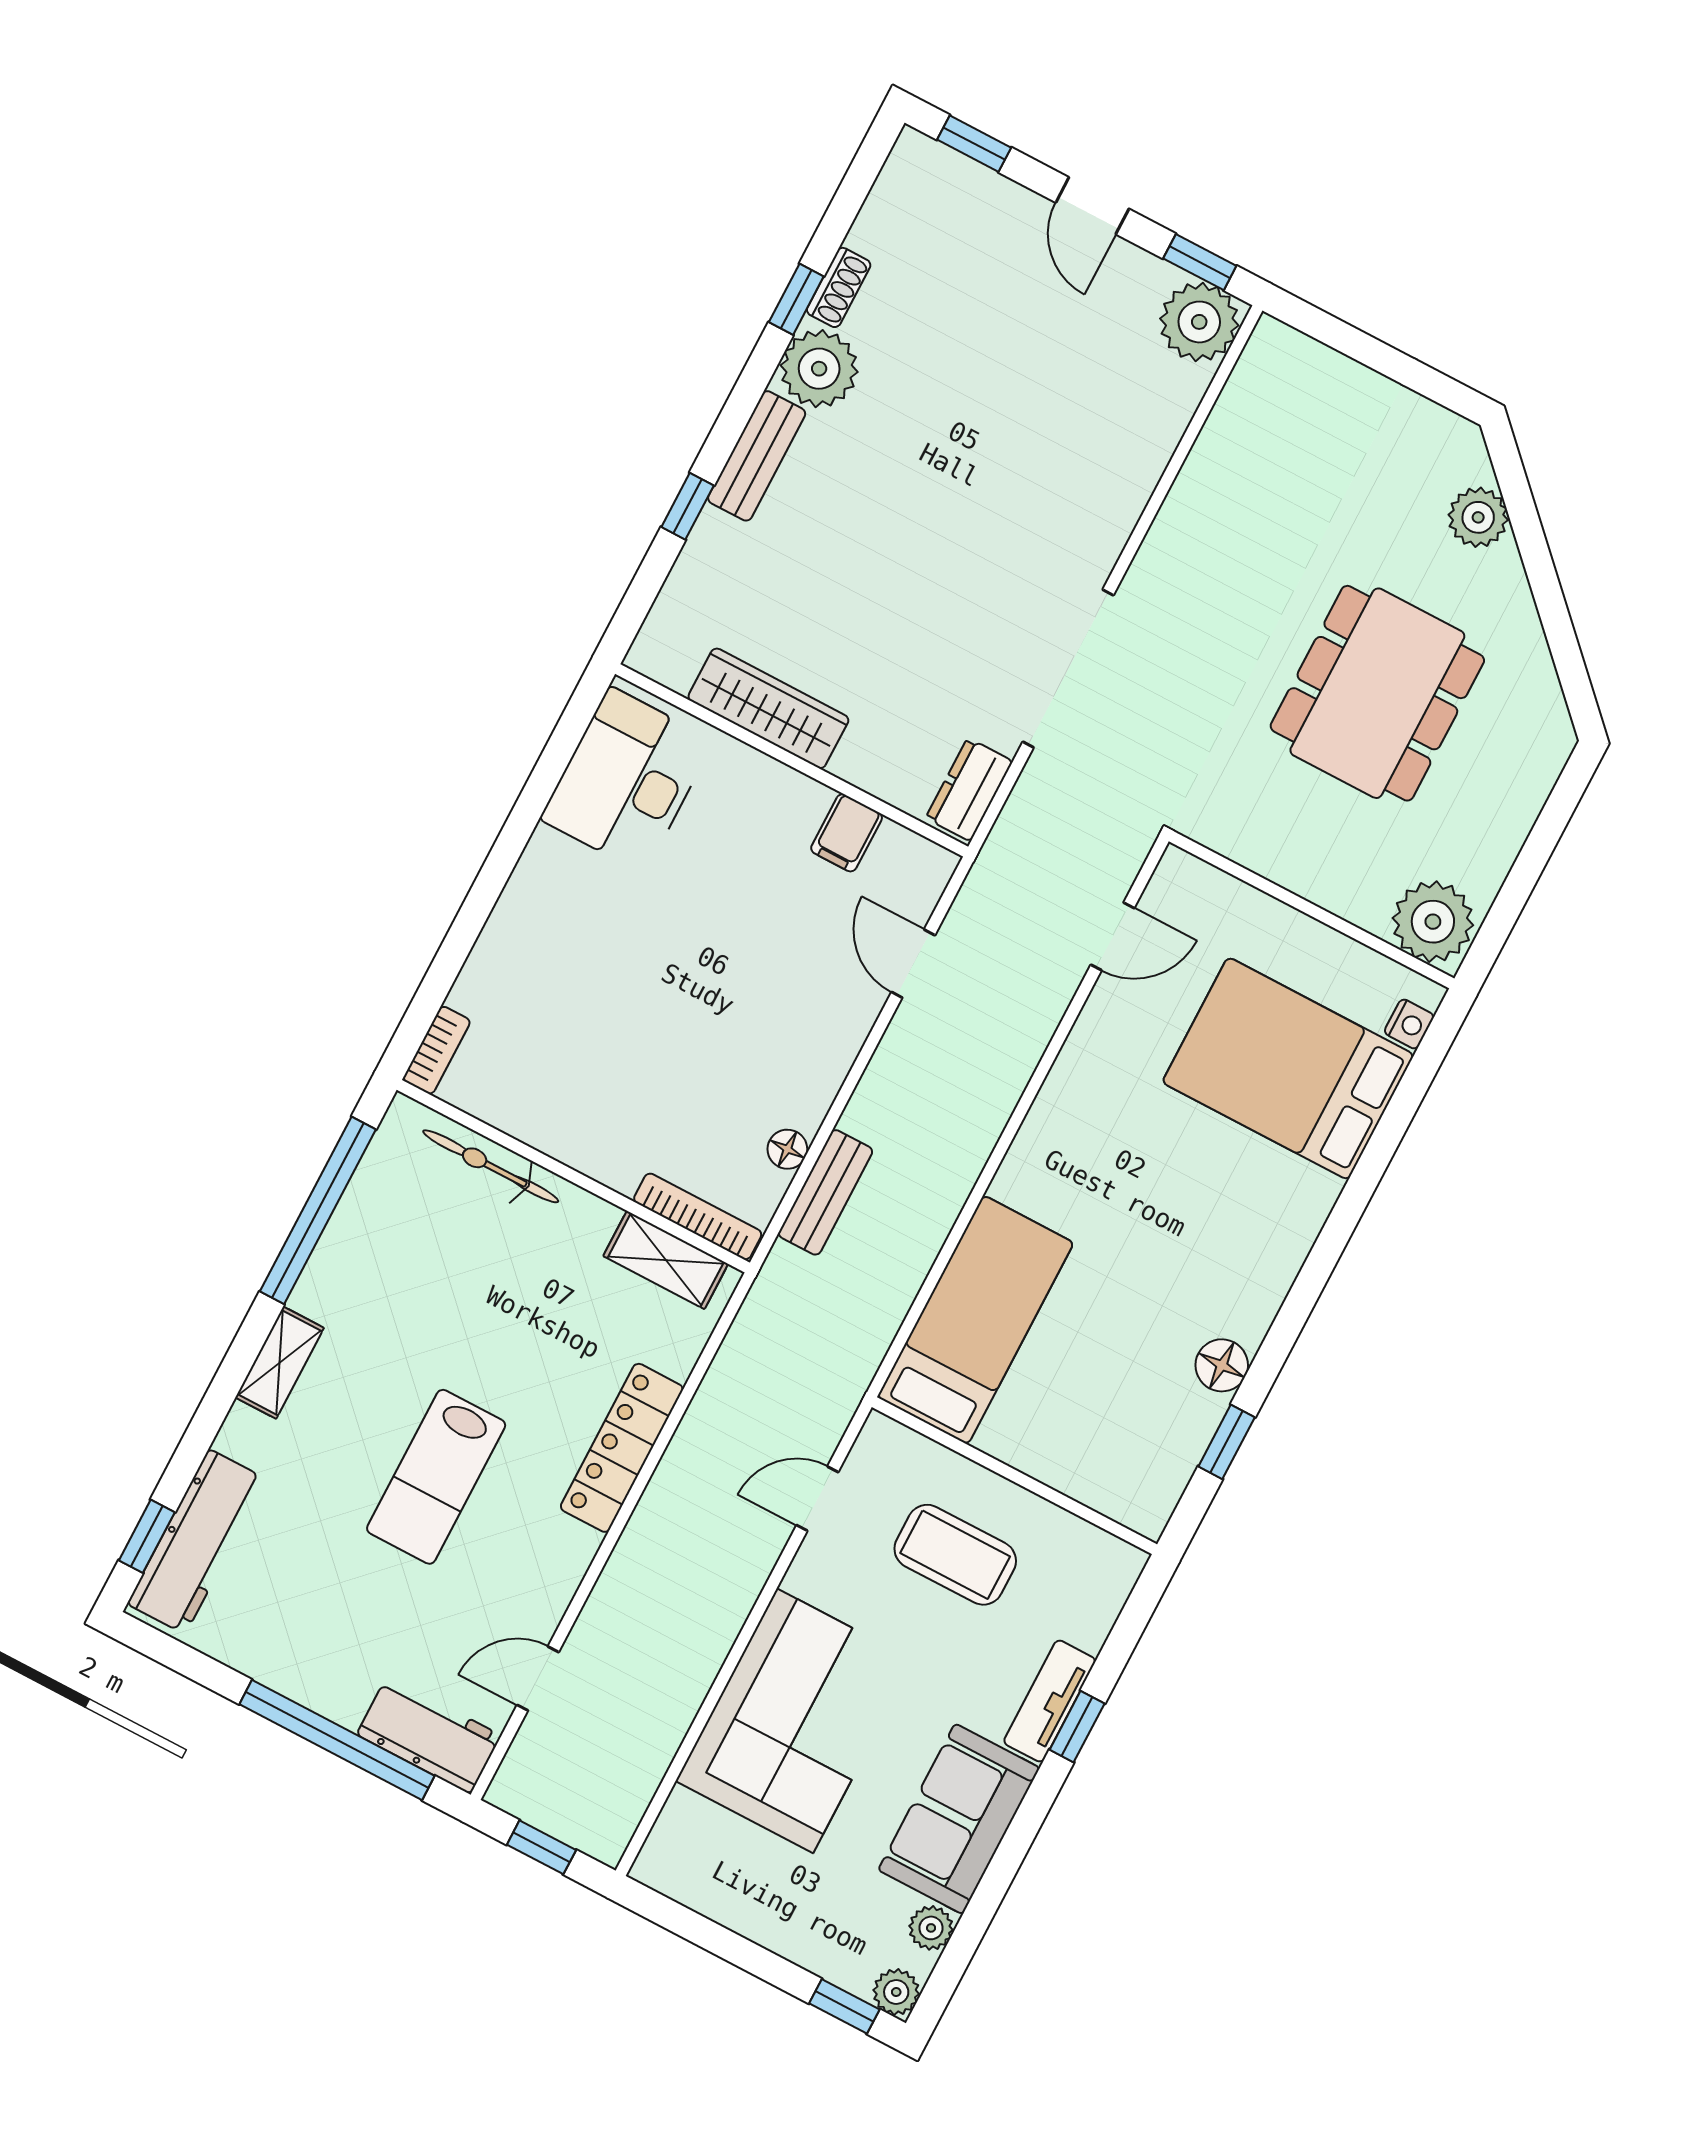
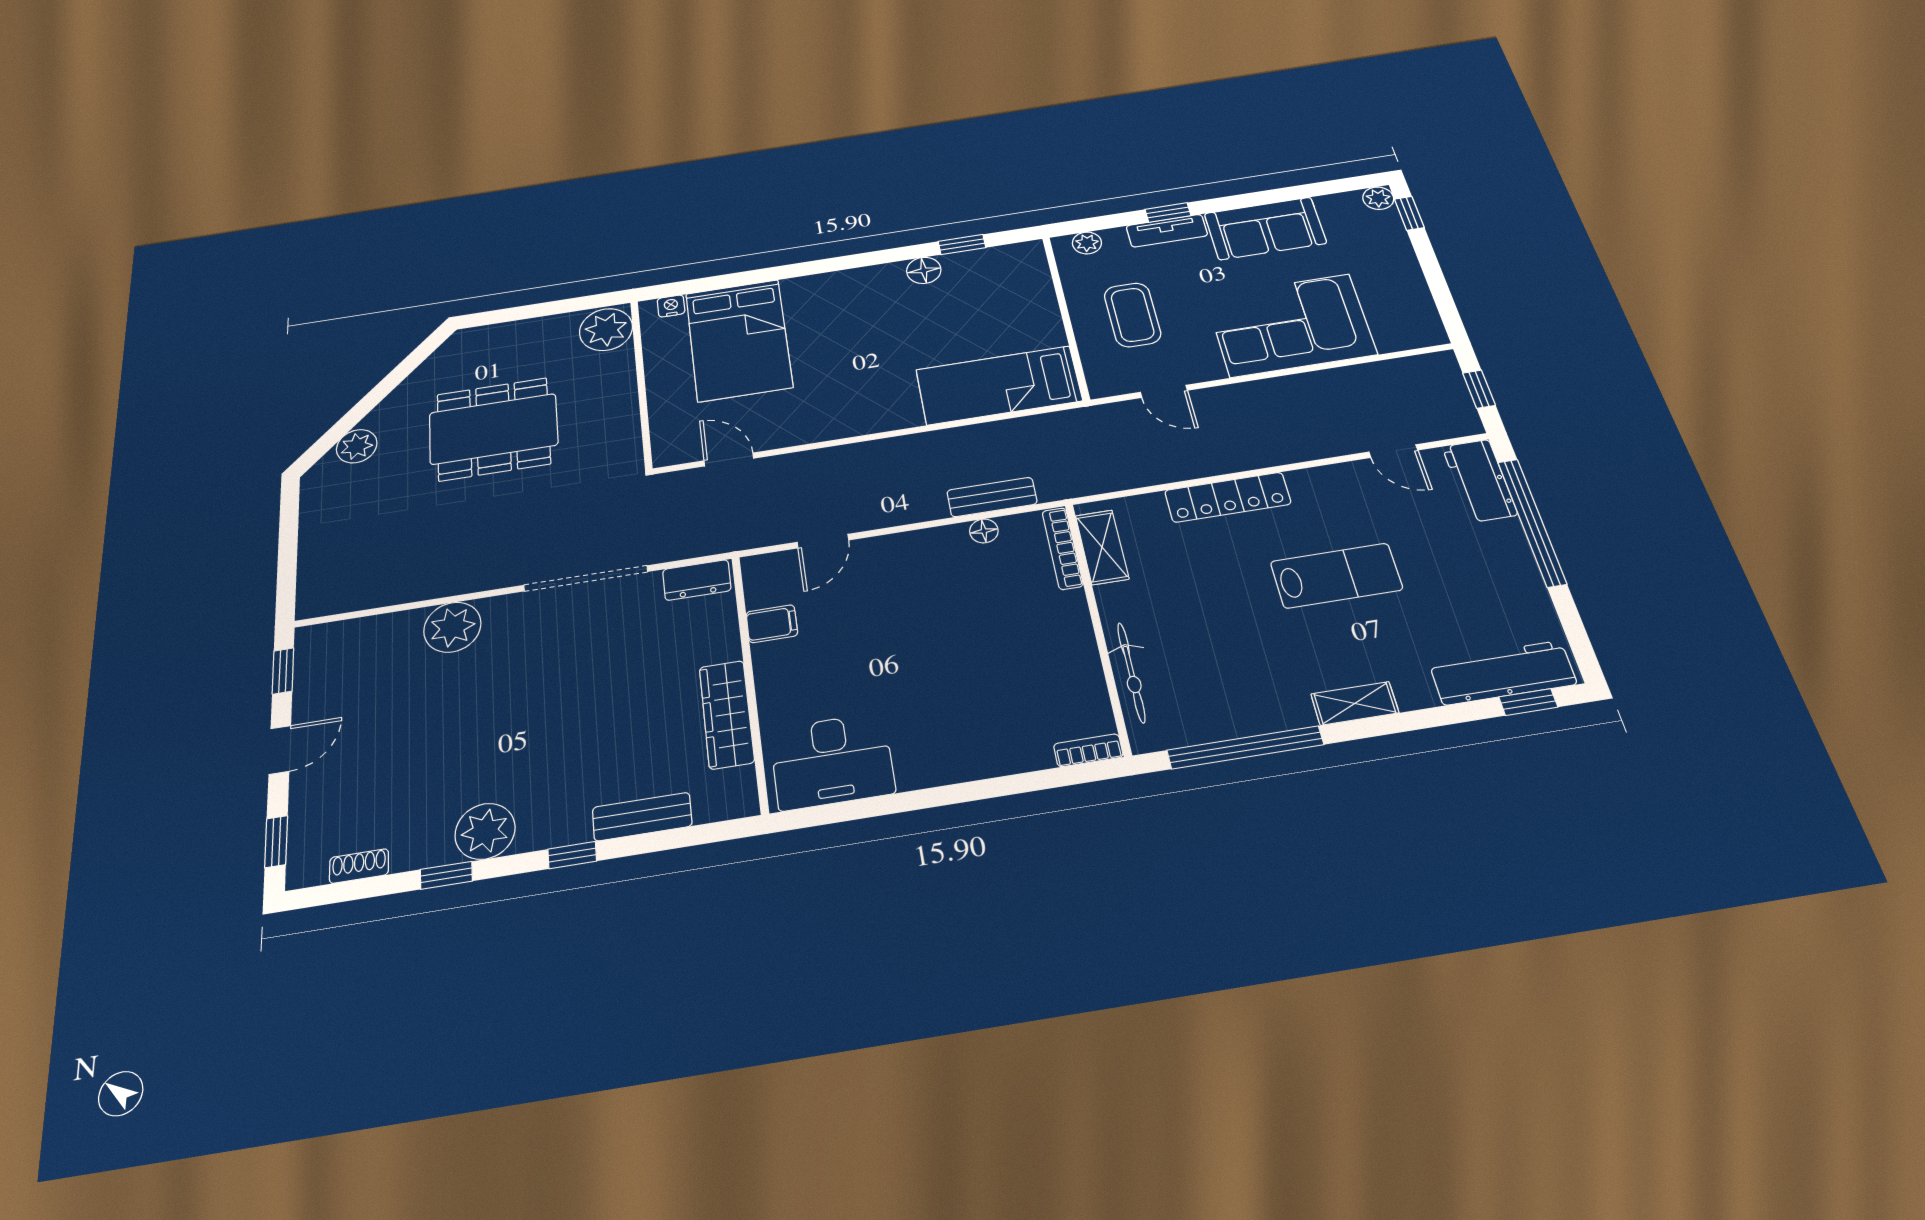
shoe rack: (839, 287) -> (359, 866), moved
plant: (1199, 322) -> (452, 627), moved
bench: (757, 456) -> (642, 817), moved
window: (688, 506) -> (572, 855), moved
plant: (931, 1928) -> (1087, 243), moved

